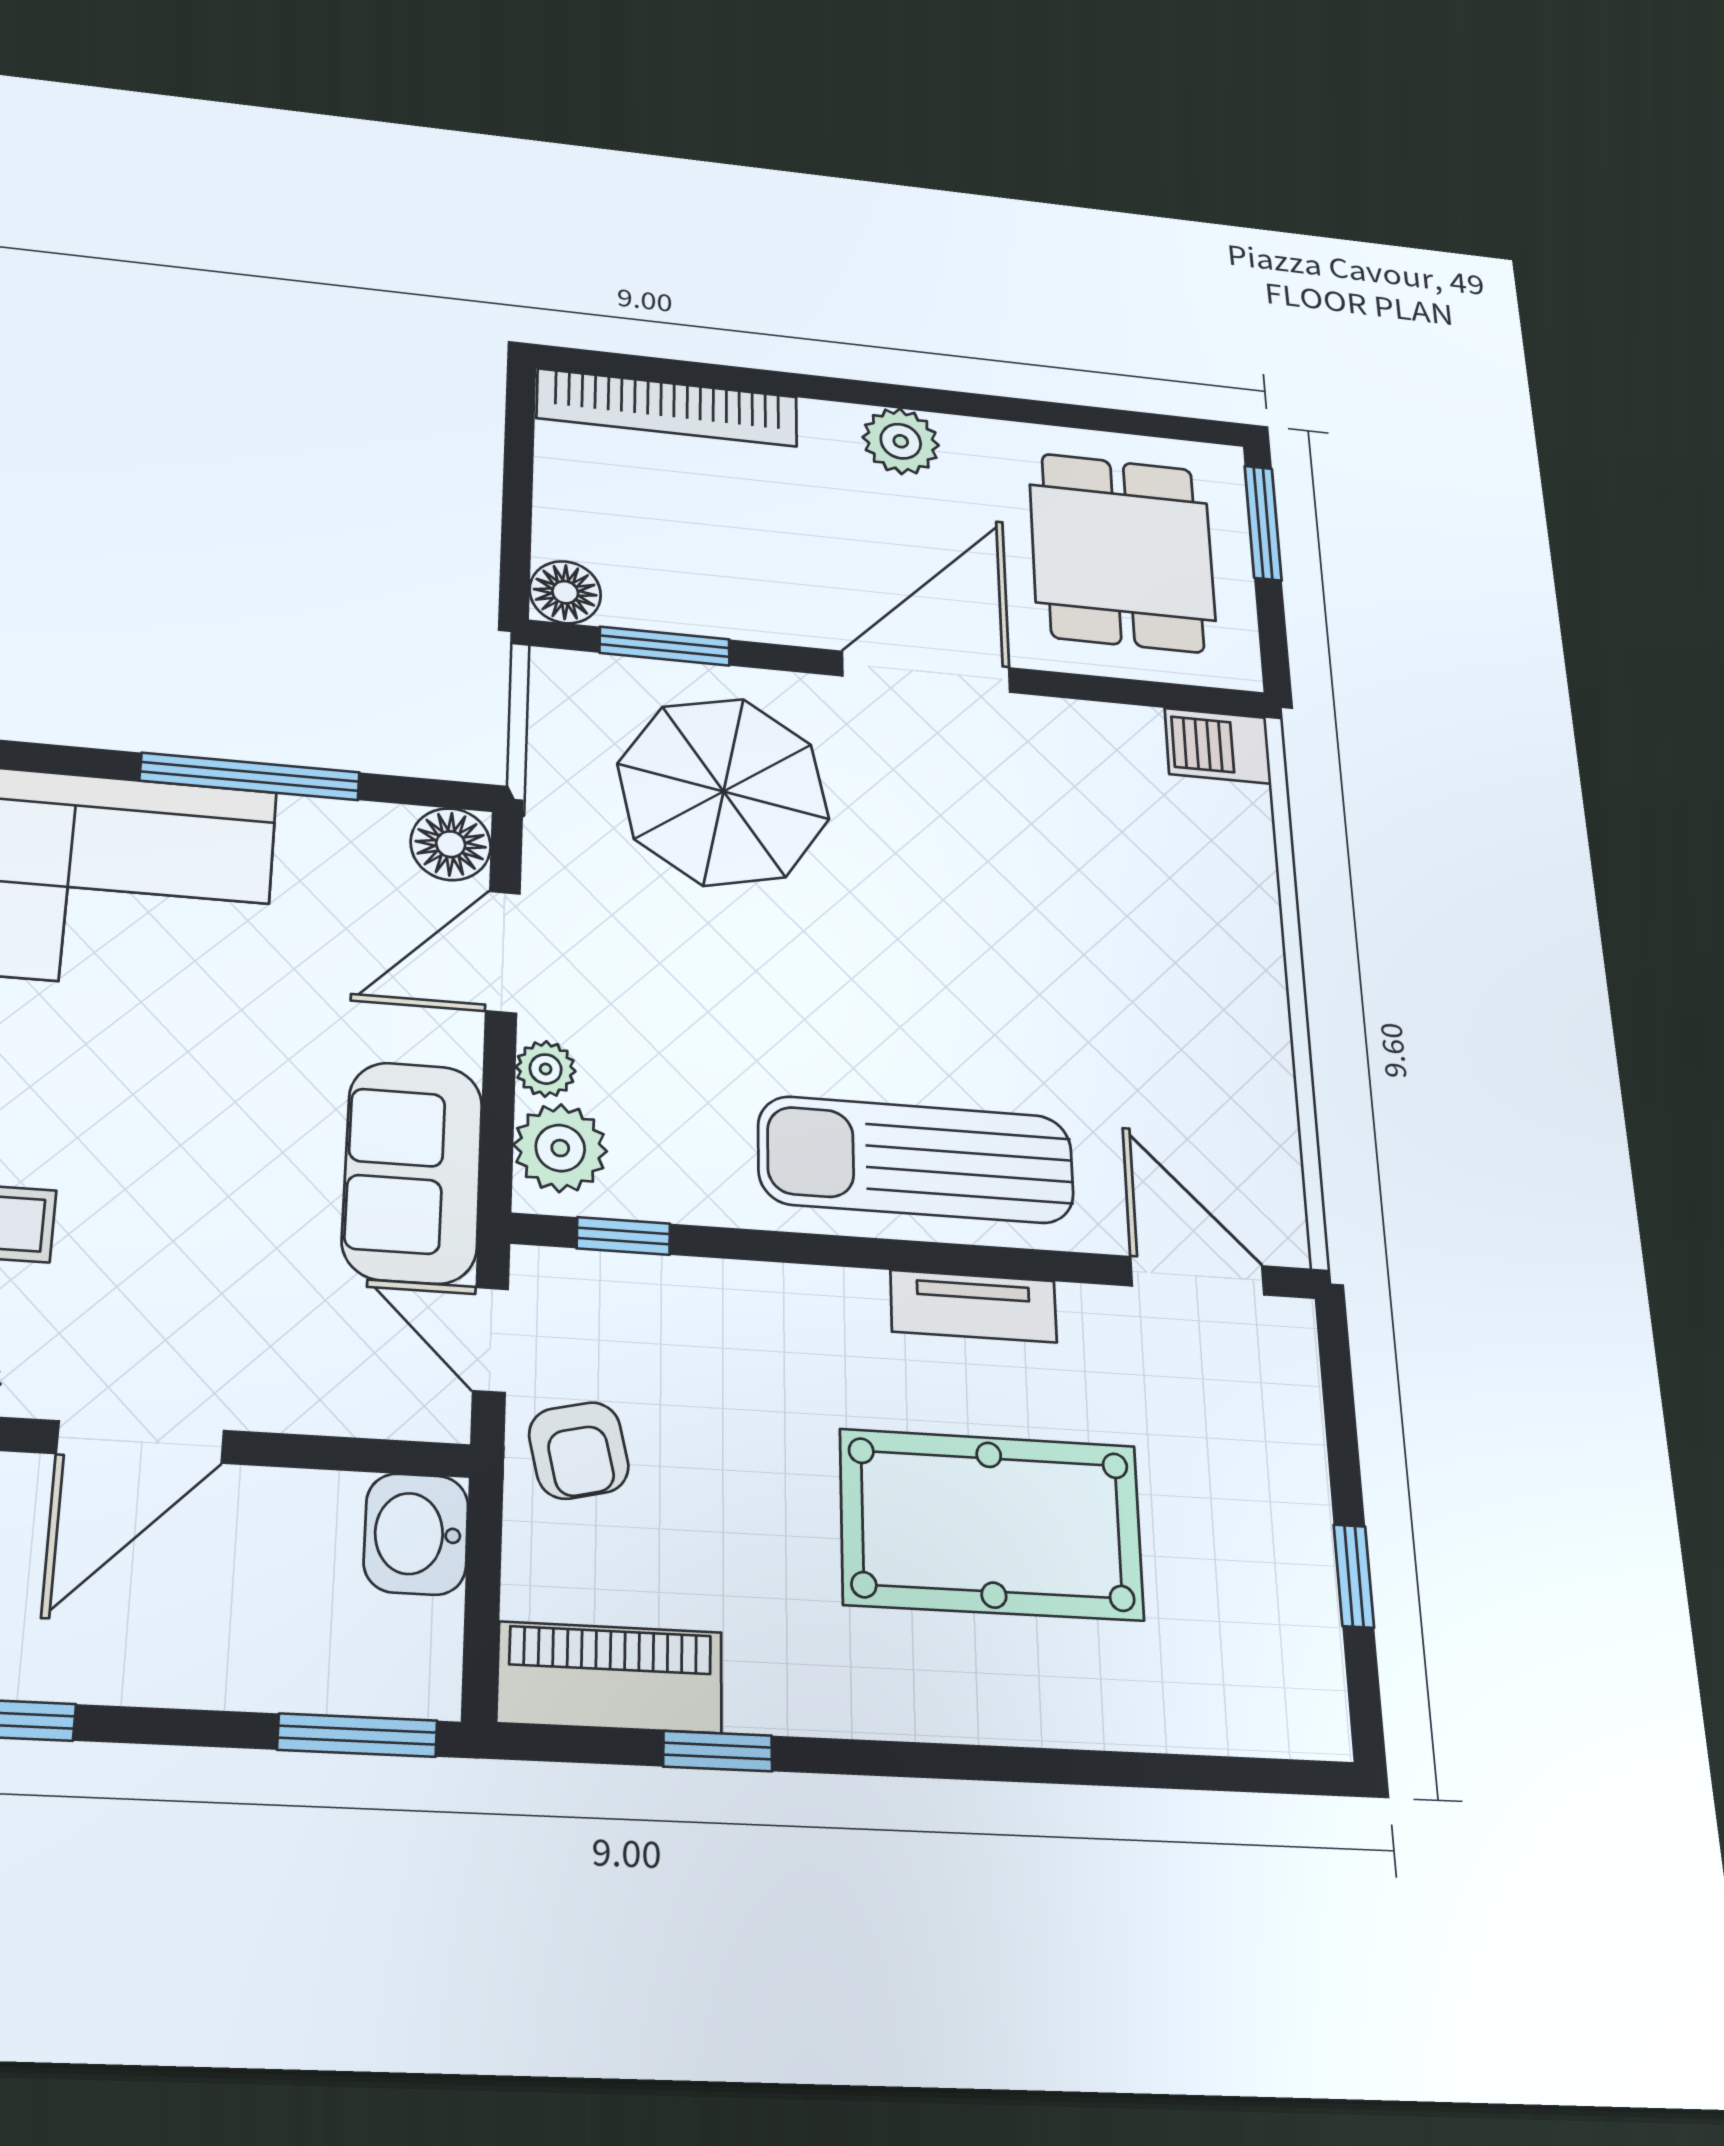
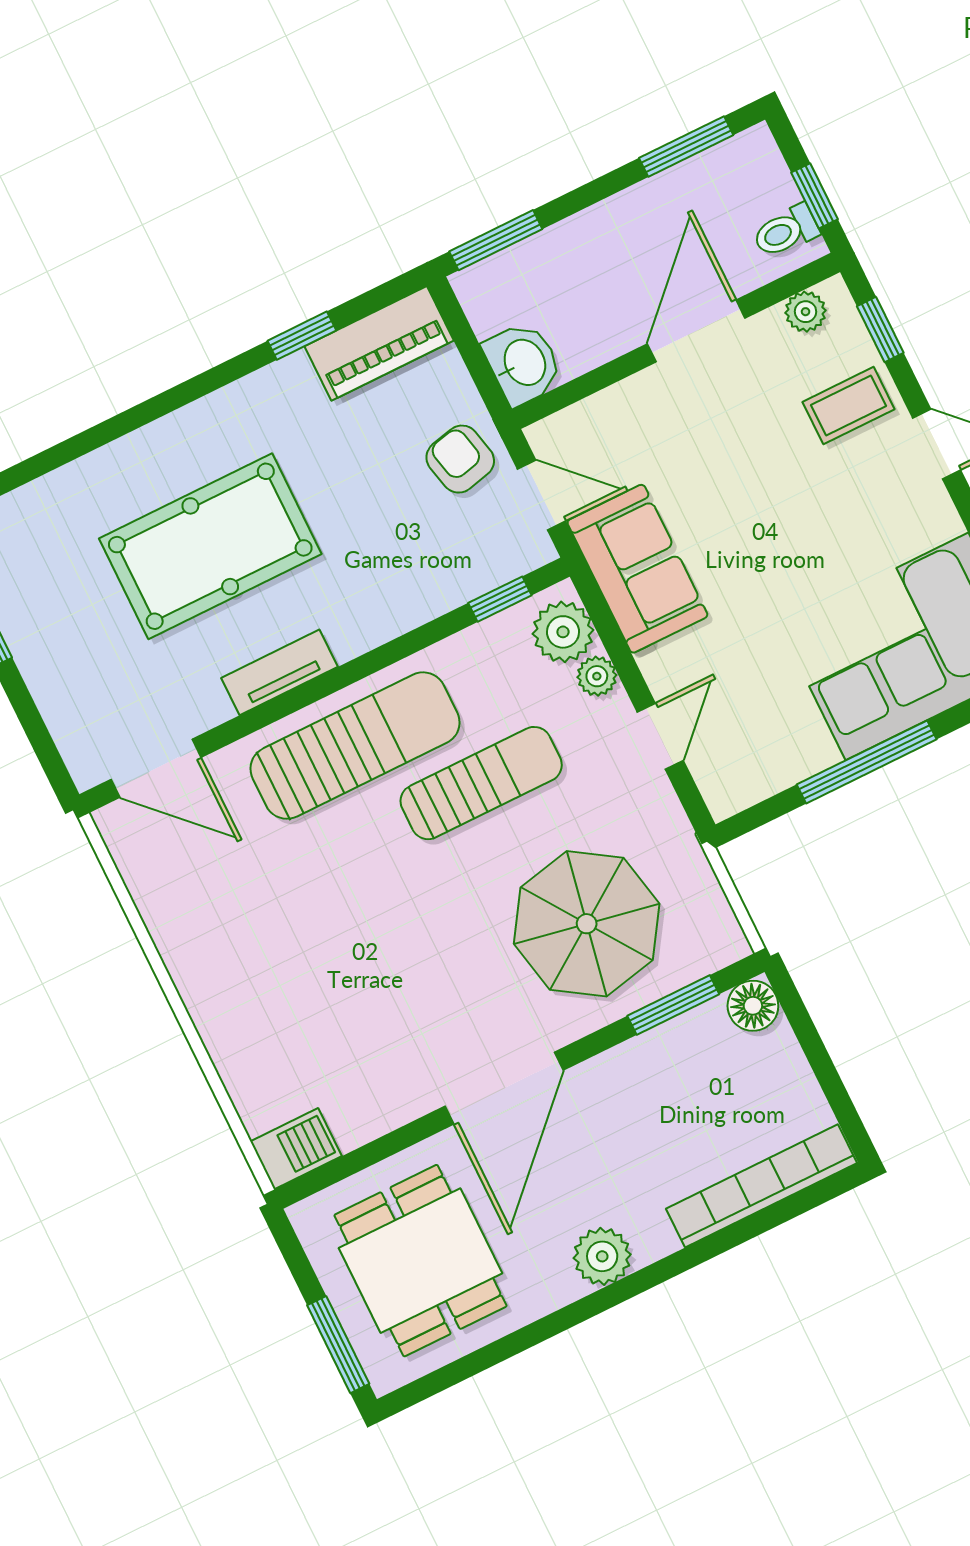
floor lamp: (451, 844) -> (728, 788), removed
door: (503, 952) -> (660, 736), width x0.73
sun lounger: (772, 1025) -> (481, 783), added

